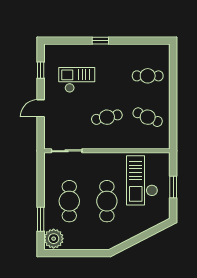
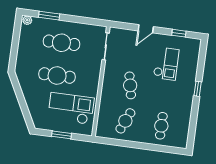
door: (41, 108) -> (146, 29), swing flipped
plant: (54, 239) -> (27, 20), width x0.53, depth x0.53

